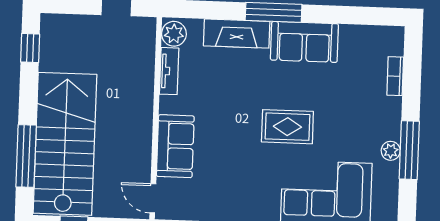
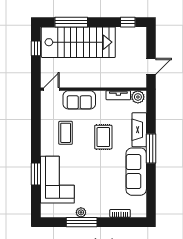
sofa: (304, 42) -> (136, 172), width x1.36
rug: (287, 127) -> (103, 137), moved
coffee table: (237, 175) -> (66, 133), added

